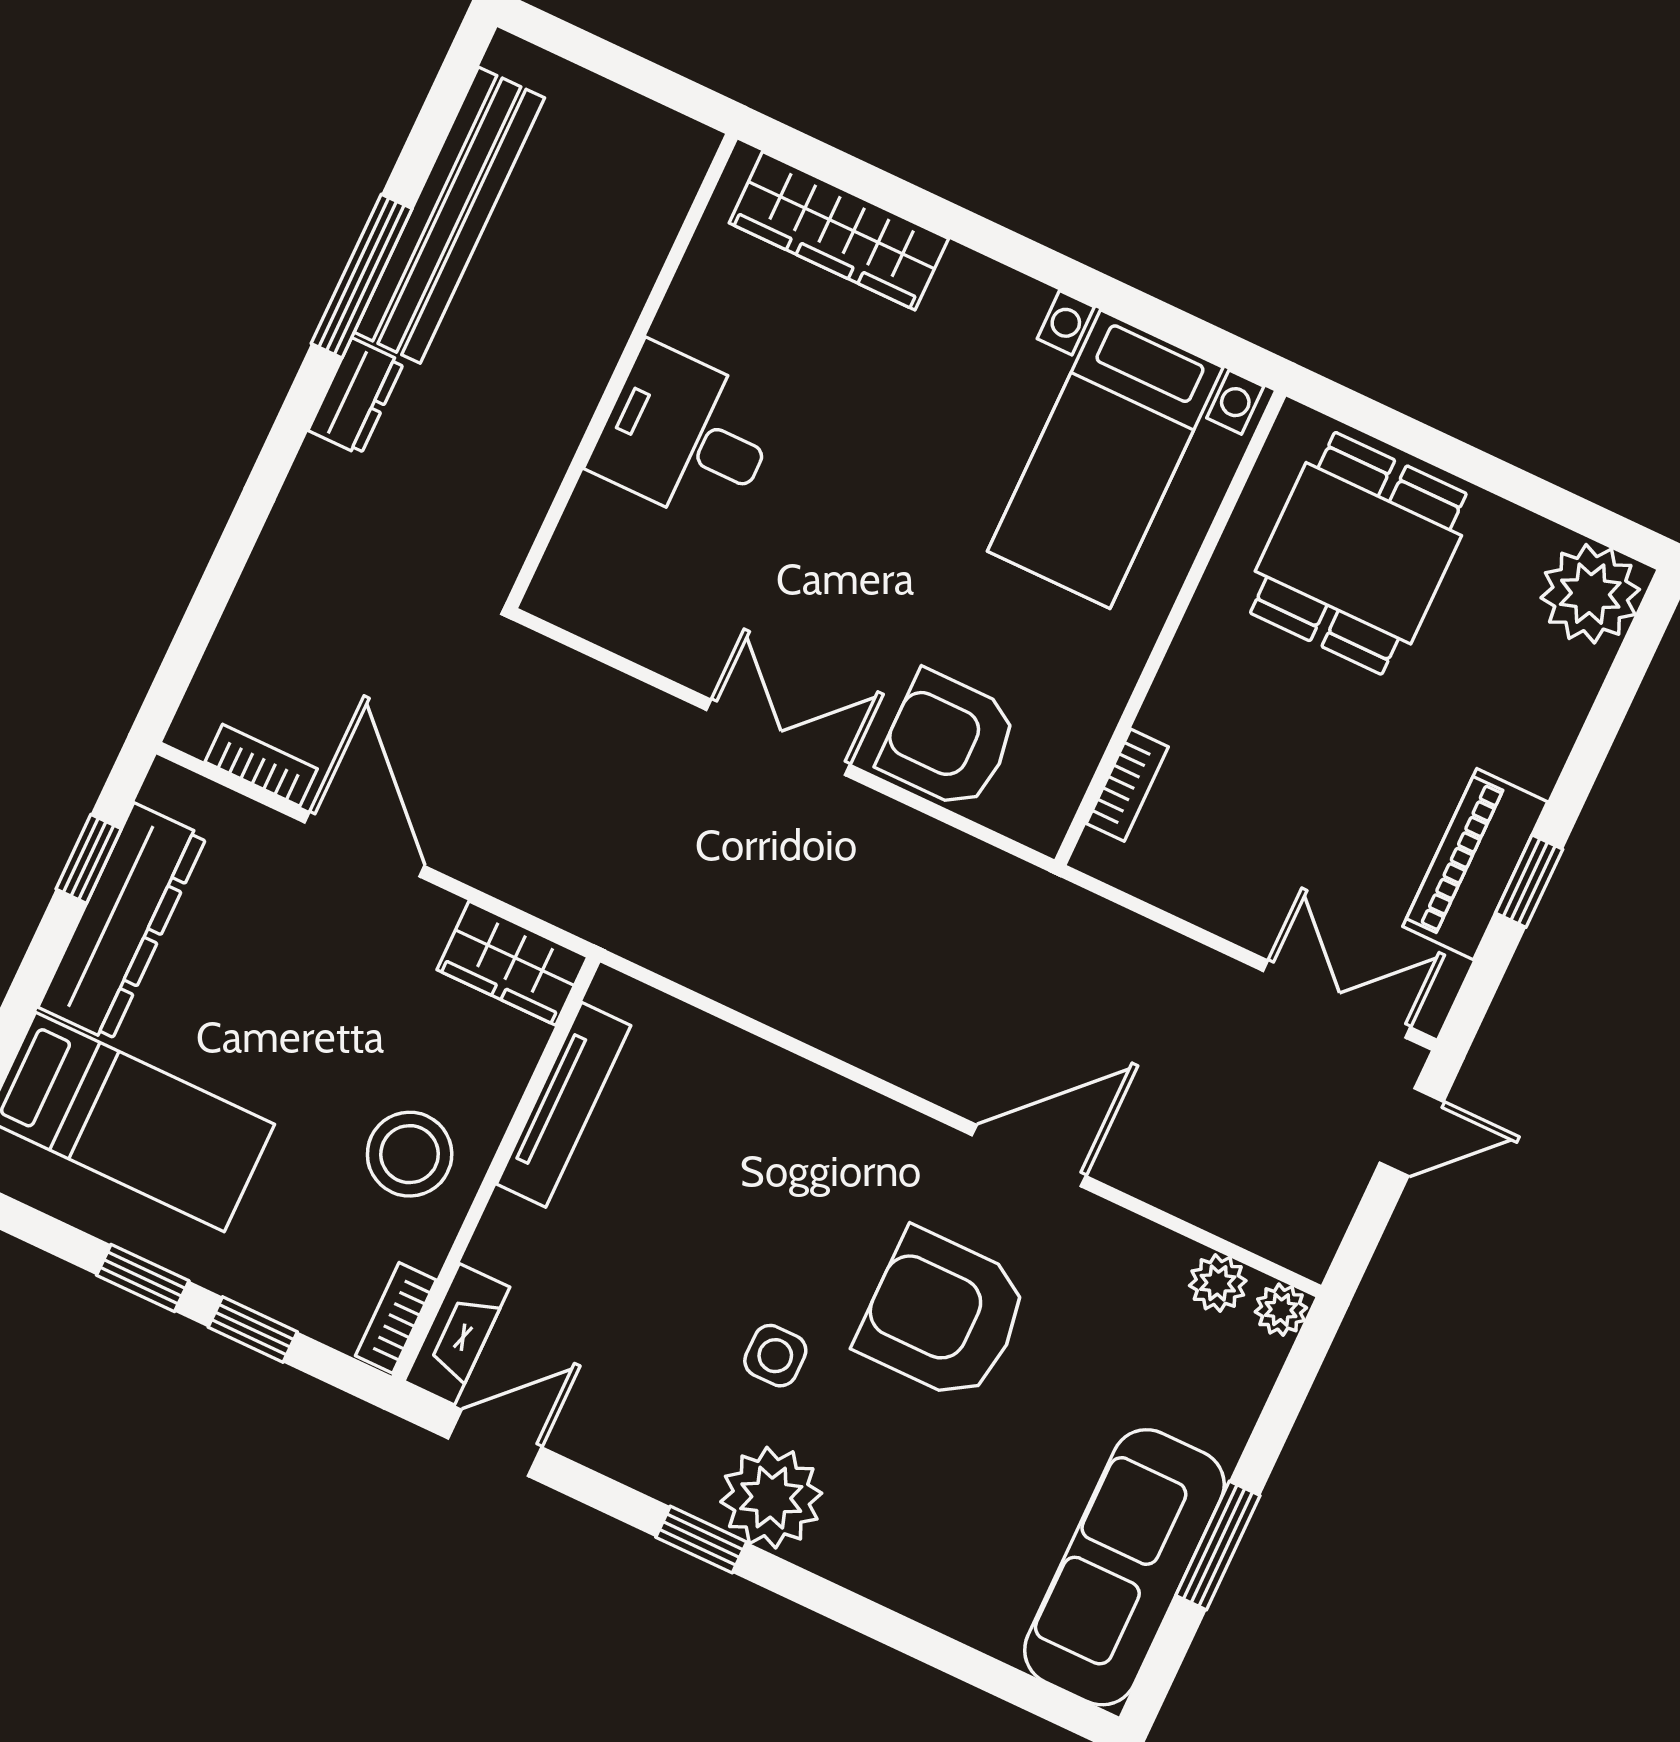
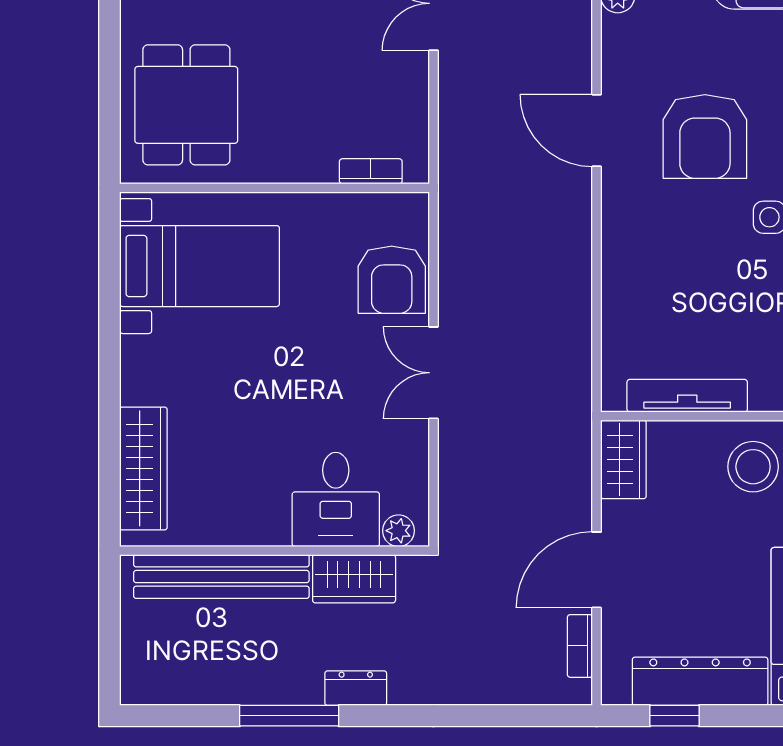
bench: (449, 215) -> (221, 577), moved
desk: (686, 436) -> (336, 499), moved
wardrobe: (523, 471) -> (354, 579), added
dining table: (1358, 553) -> (186, 105), turned 90
plant: (564, 572) -> (398, 531), added

